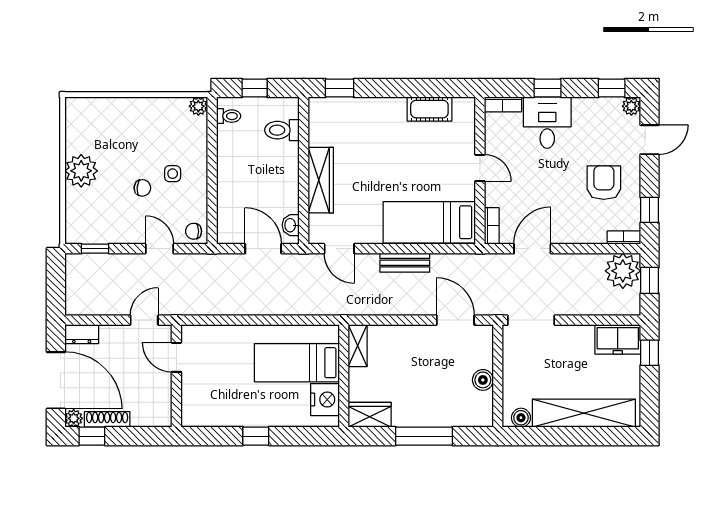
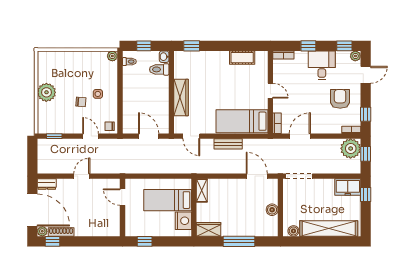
desk: (547, 123) -> (322, 65), moved
washbasin: (291, 225) -> (164, 57), moved
door: (176, 357) -> (123, 197), moved
wall: (176, 376) -> (123, 207), moved

